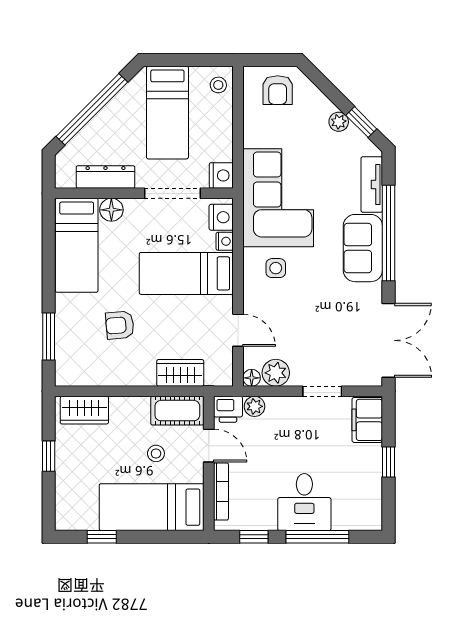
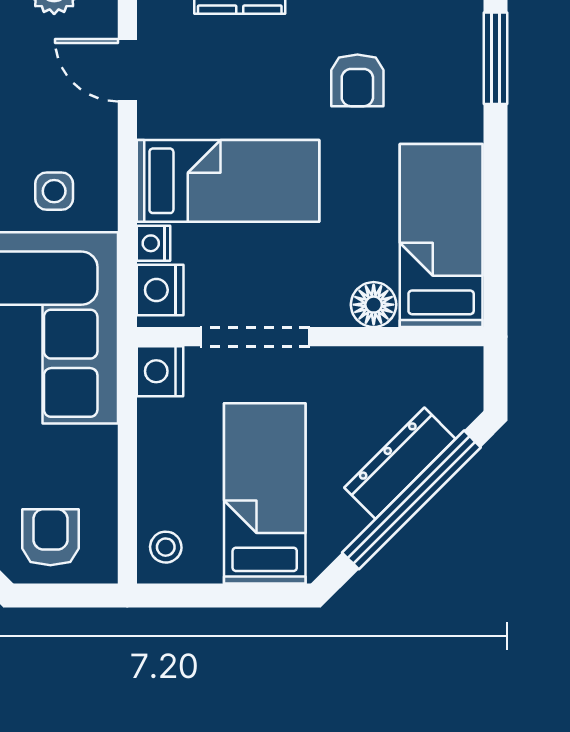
dresser: (106, 177) -> (400, 463), moved, turned 135
armchair: (120, 325) -> (357, 80), turned 95

